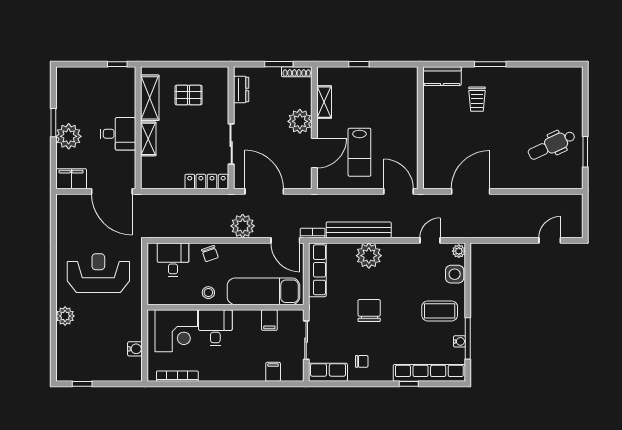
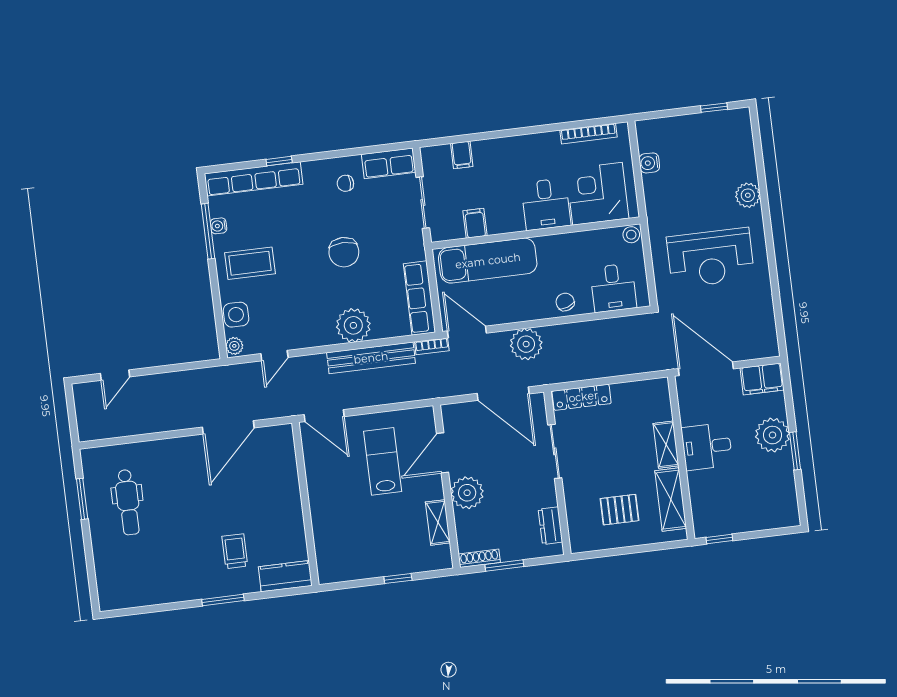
dental chair: (552, 145) -> (128, 502), turned 115
stool: (208, 293) -> (631, 235), moved

